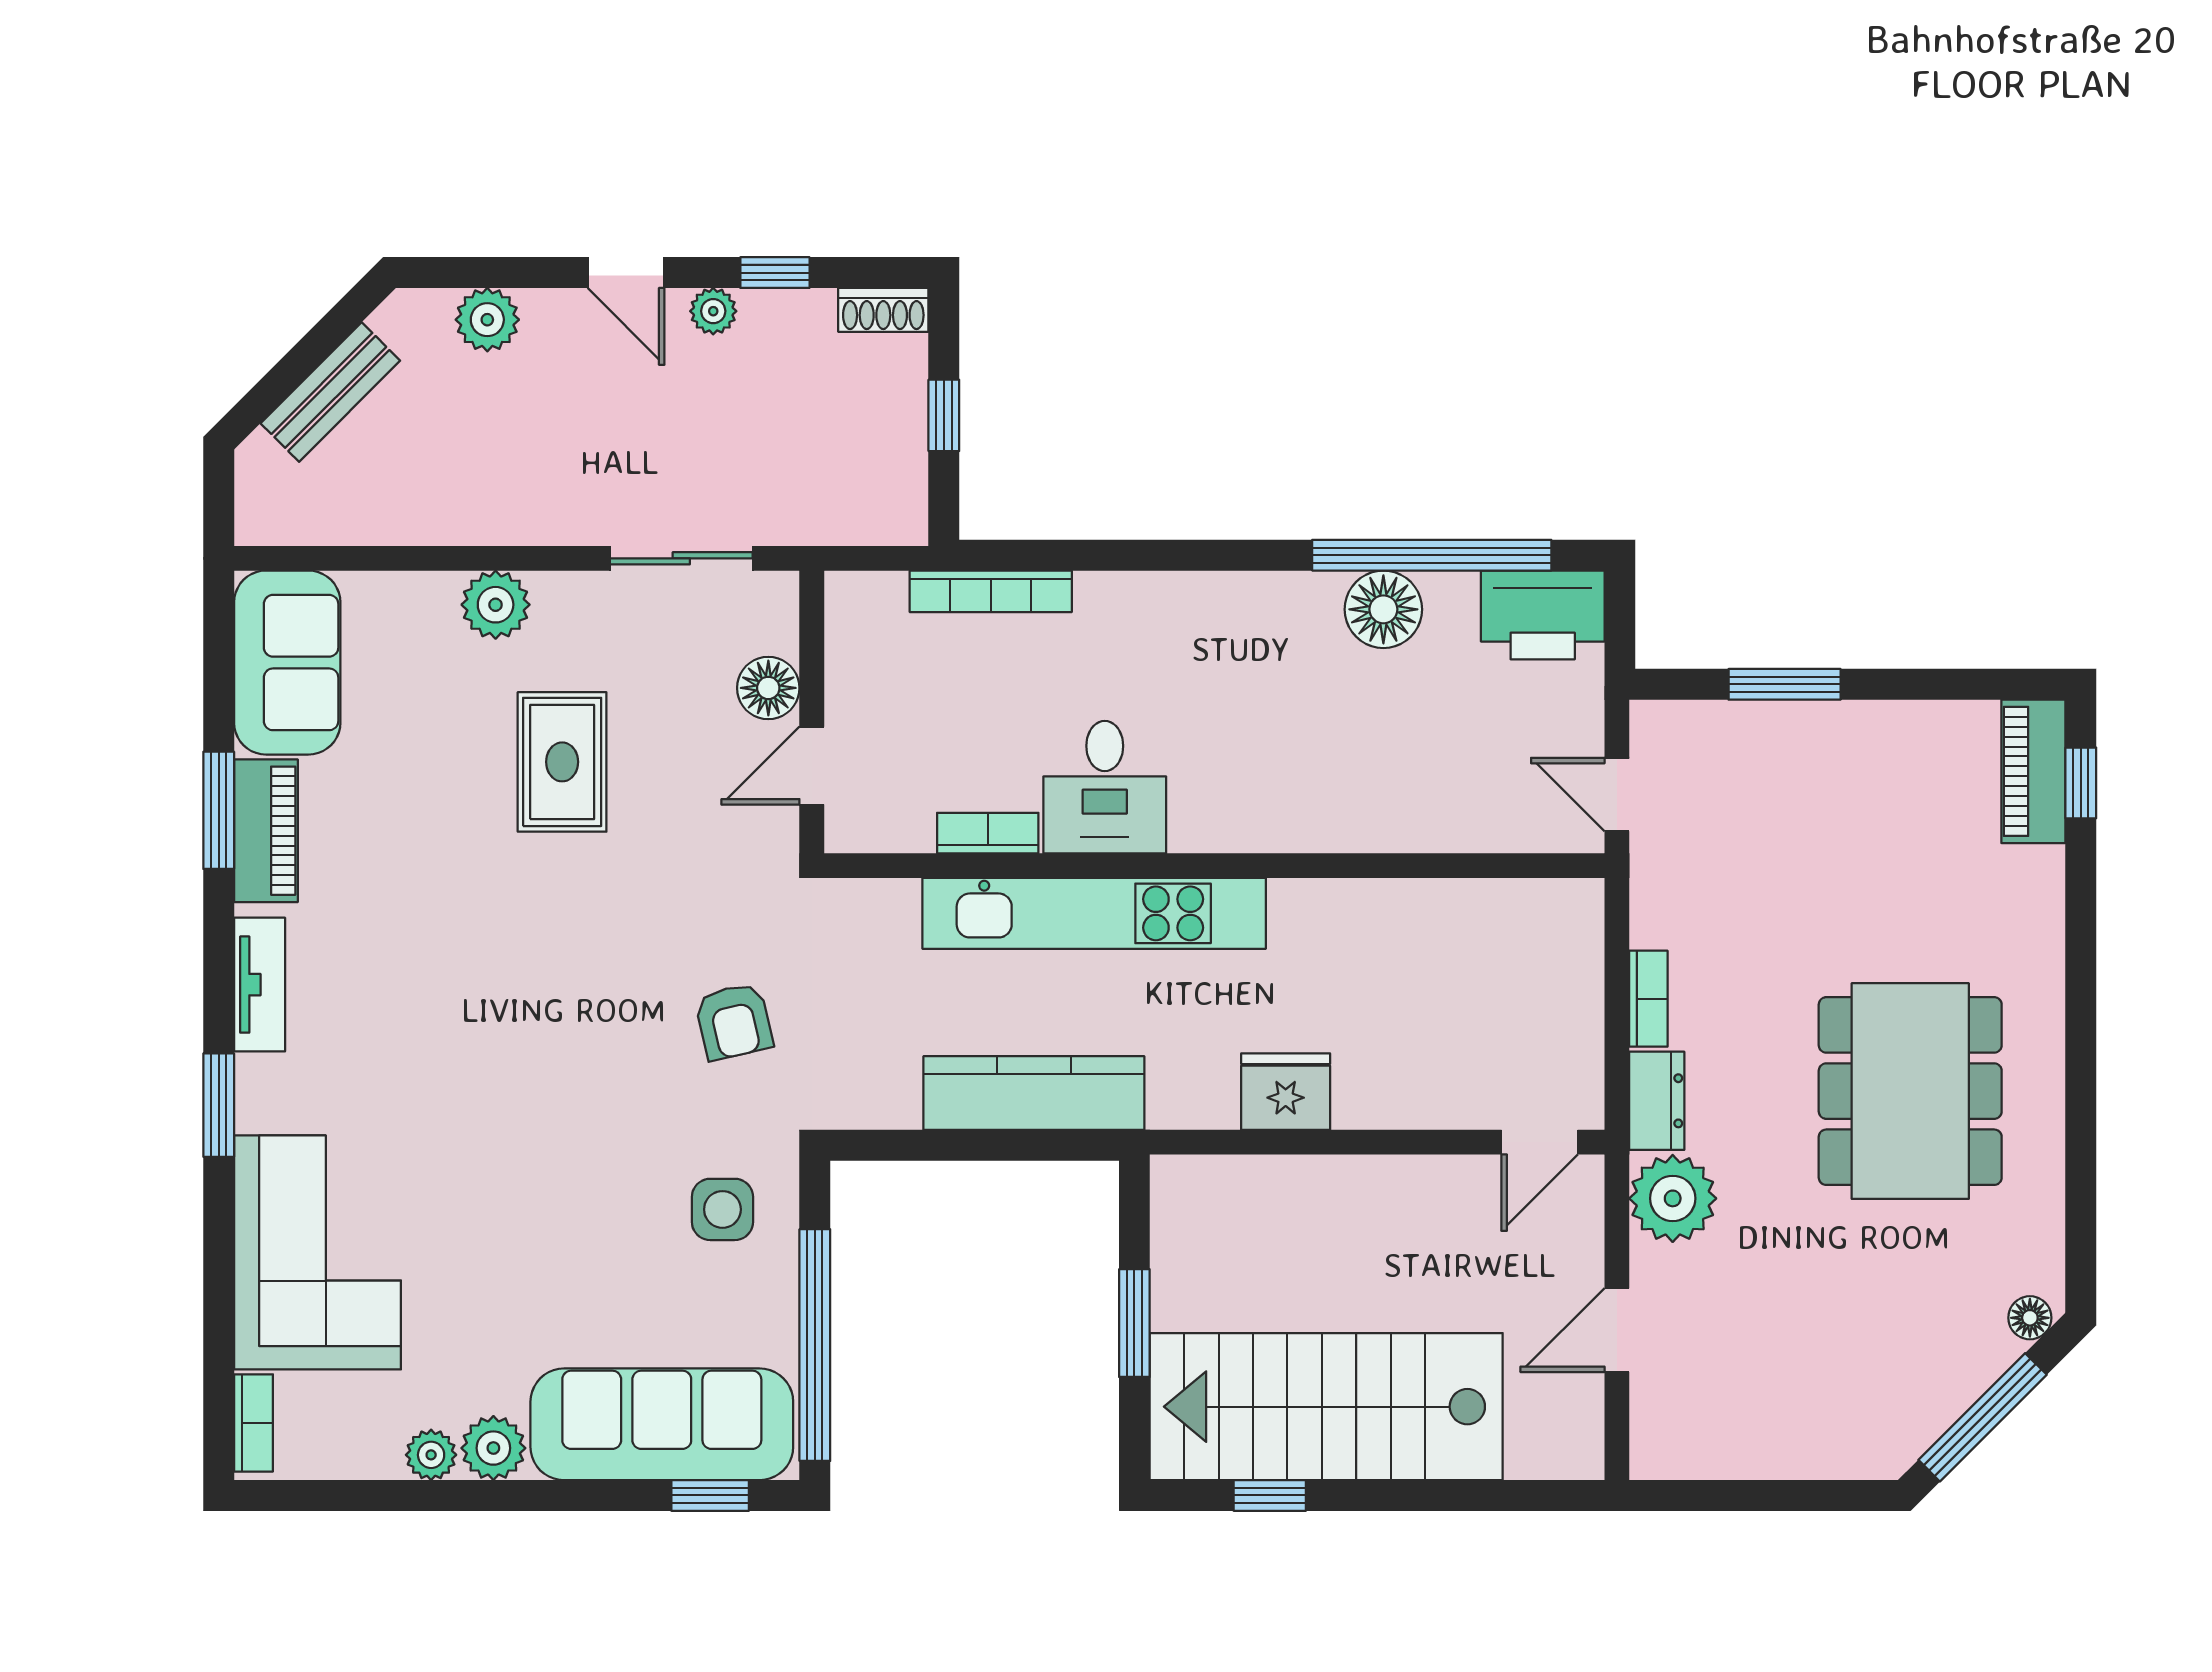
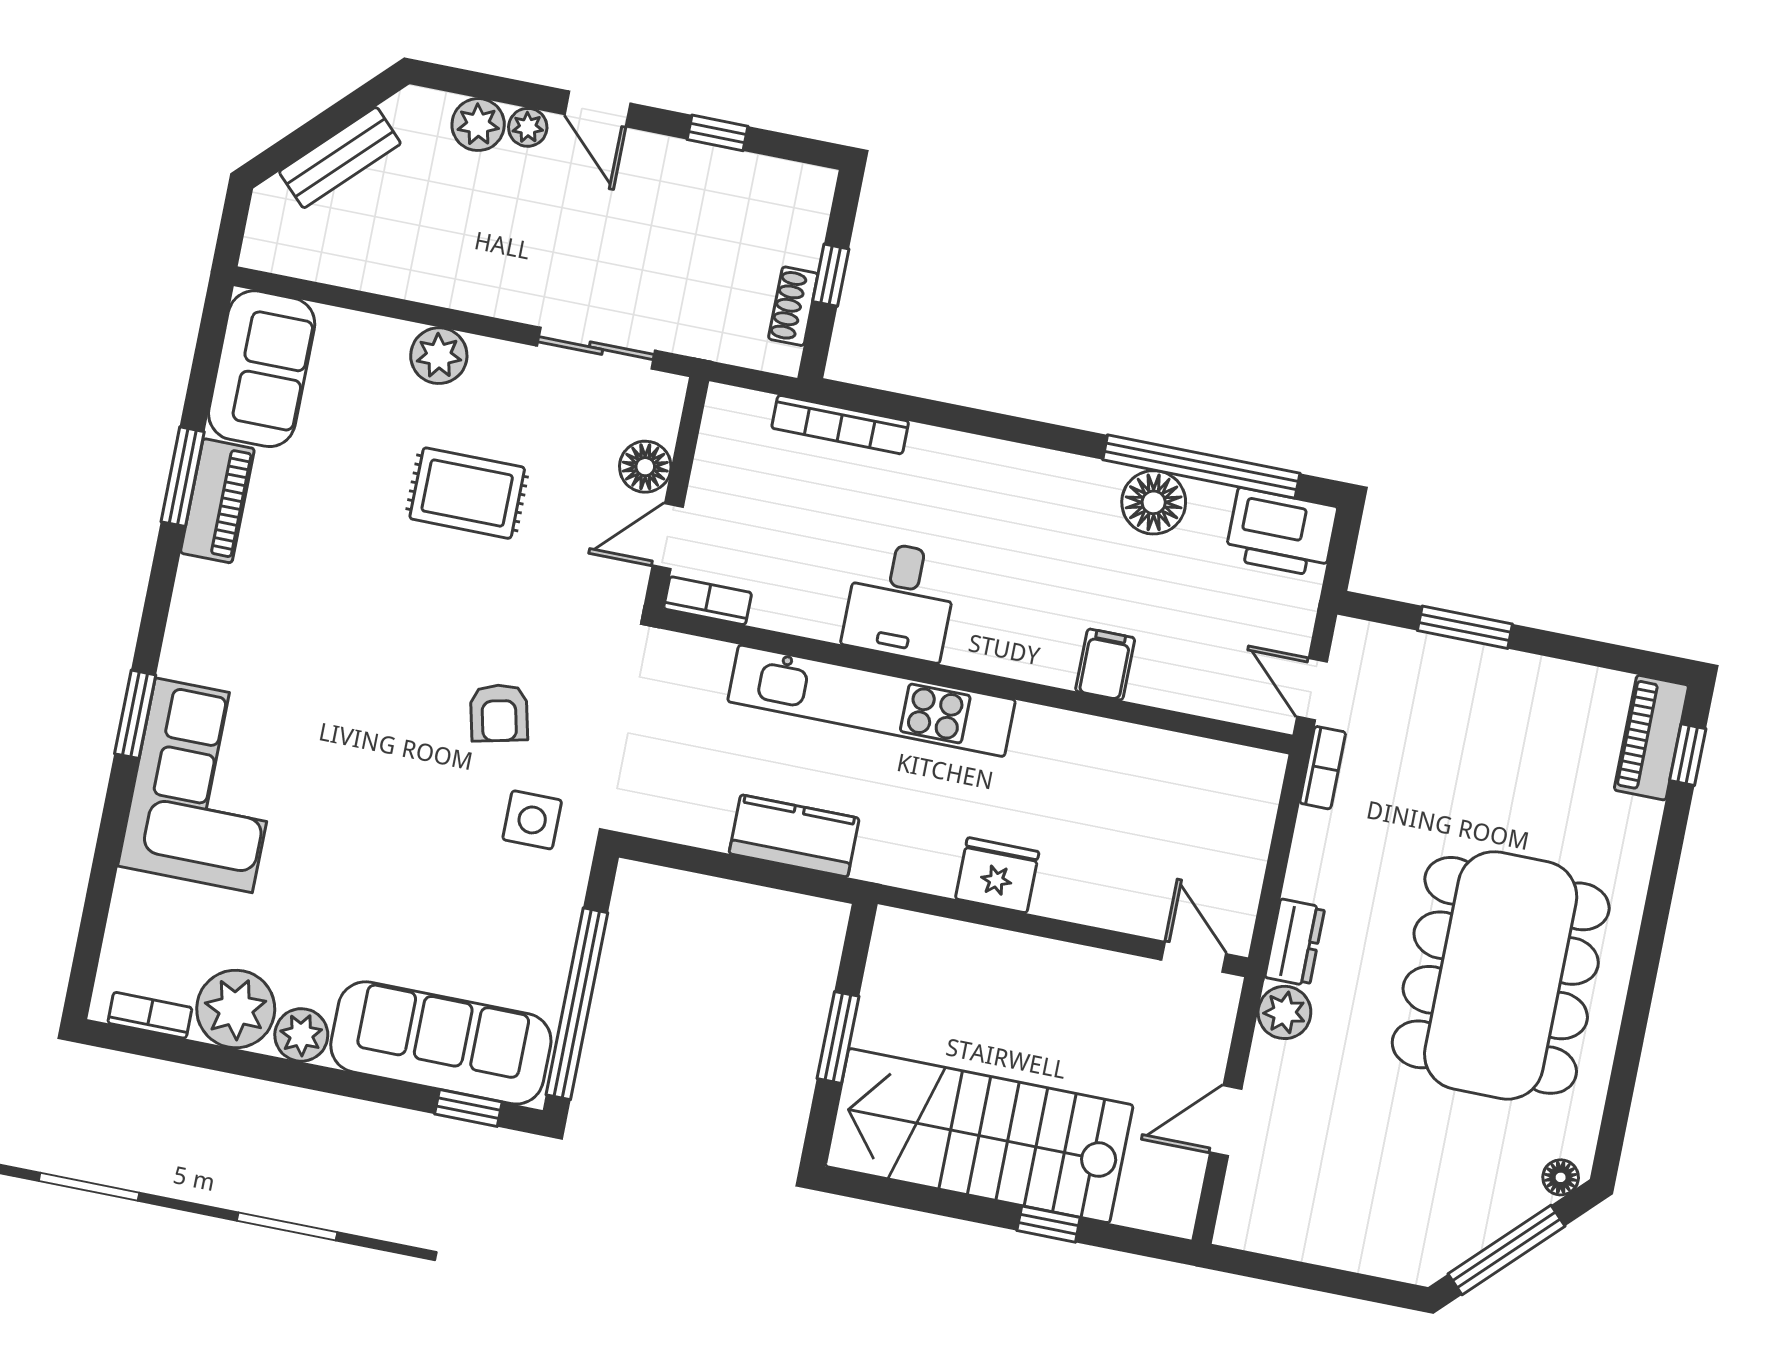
shoe rack: (883, 310) -> (793, 306), moved, turned 90
plant: (713, 311) -> (528, 127), moved
rug: (562, 762) -> (467, 493), turned 90
filing cabinet: (1364, 814) -> (1105, 664), added
bookcase: (988, 833) -> (708, 601), moved
tv unit: (260, 985) -> (187, 624), removed
bookcase: (1648, 999) -> (1323, 768), moved
armchair: (734, 1021) -> (499, 713), moved
dining table: (1910, 1091) -> (1501, 975), width x1.36, depth x1.24
kitchen counter: (1034, 1093) -> (794, 836), width x0.67
door: (1540, 1142) -> (1194, 957), swing flipped
plant: (1673, 1198) -> (1284, 1012), width x0.73, depth x0.73
side table: (722, 1209) -> (532, 820), moved
corner sofa: (318, 1252) -> (204, 785), moved
bookcase: (253, 1423) -> (150, 1015), moved, turned -90
plant: (431, 1455) -> (236, 1009), width x1.88, depth x1.88
window: (1270, 1495) -> (1049, 1224), moved

